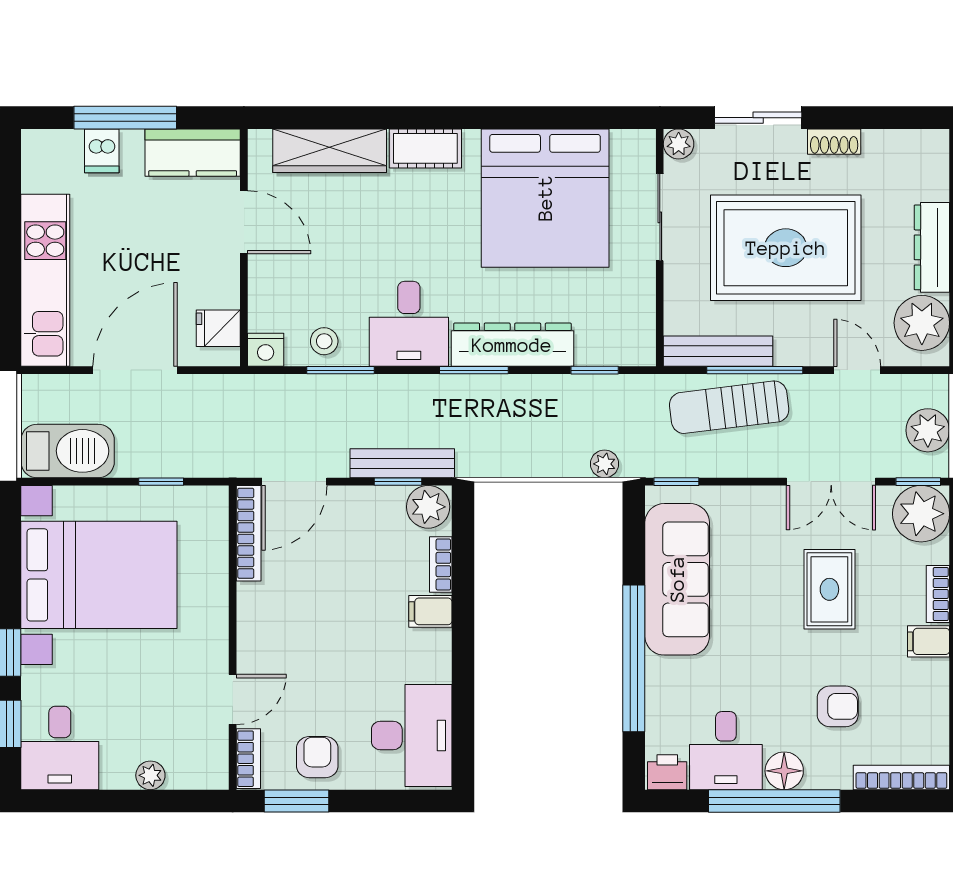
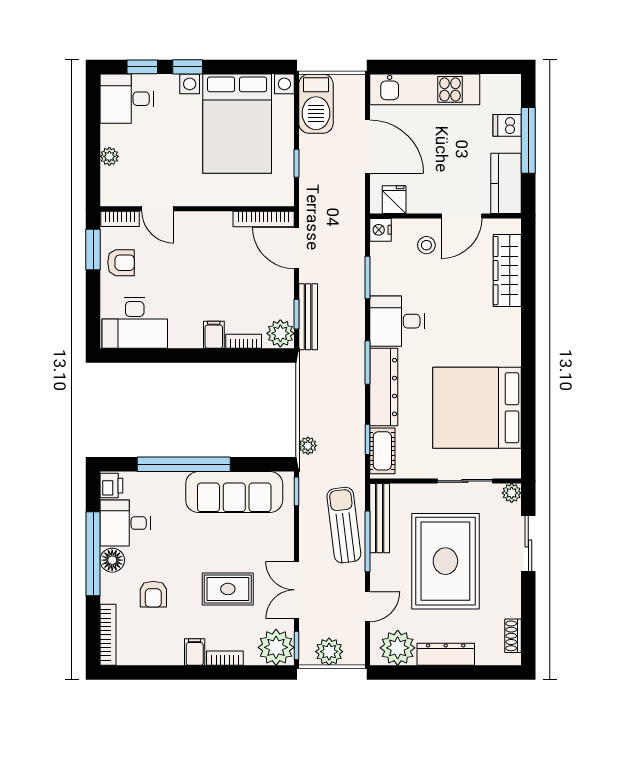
shoe rack: (834, 142) -> (513, 636), moved
cot: (425, 148) -> (382, 451), moved
stool: (324, 341) -> (426, 245), moved

